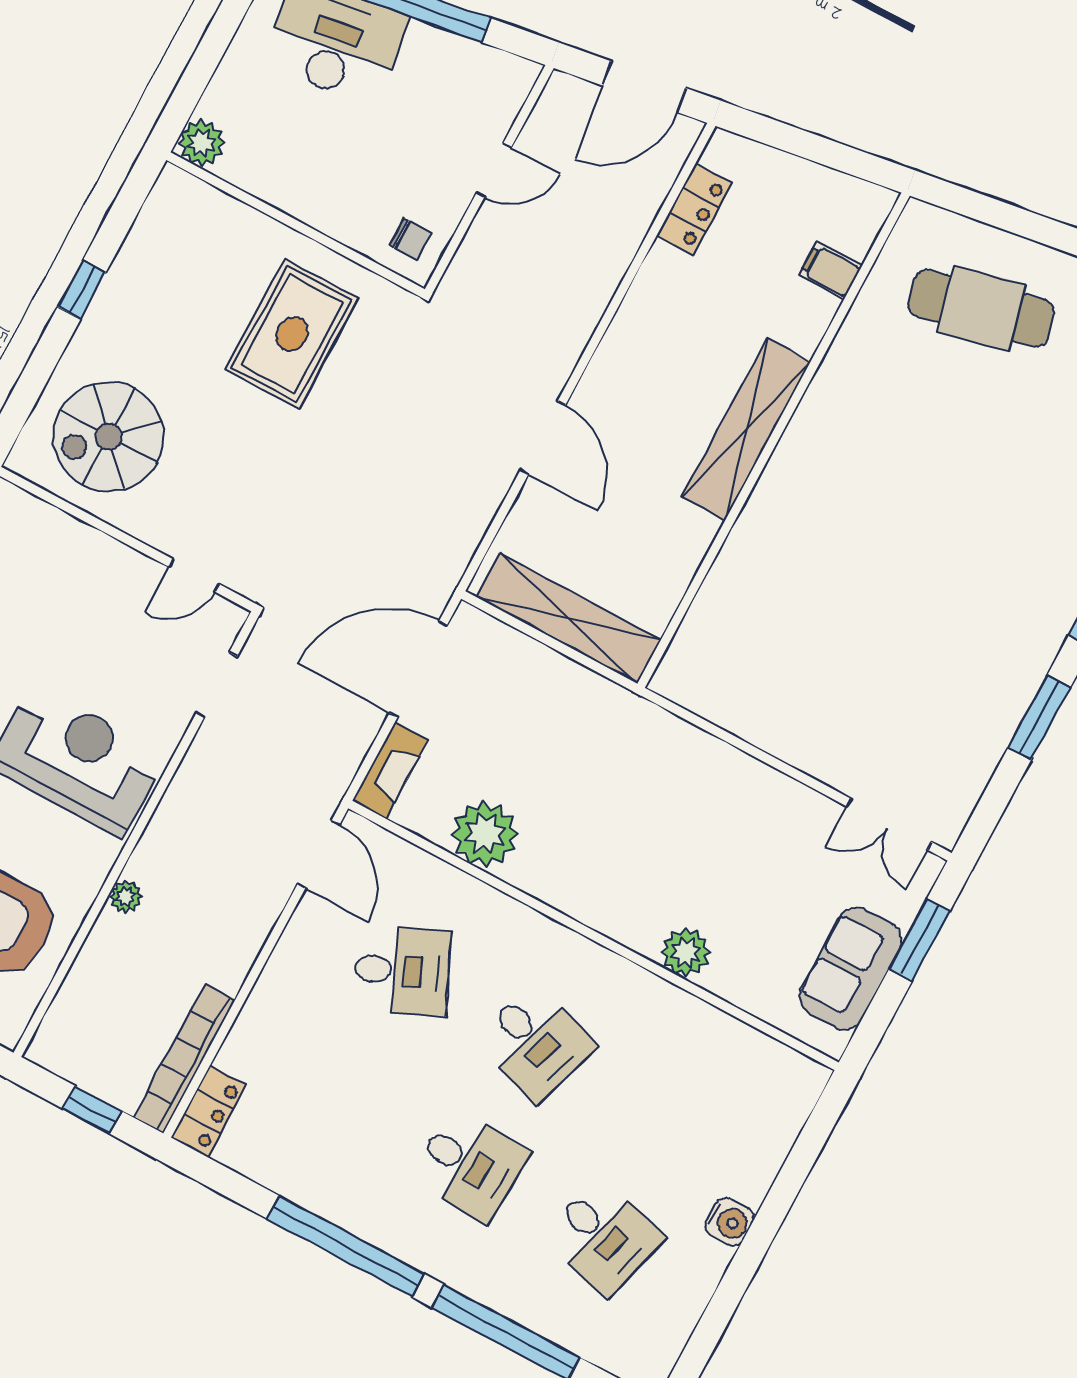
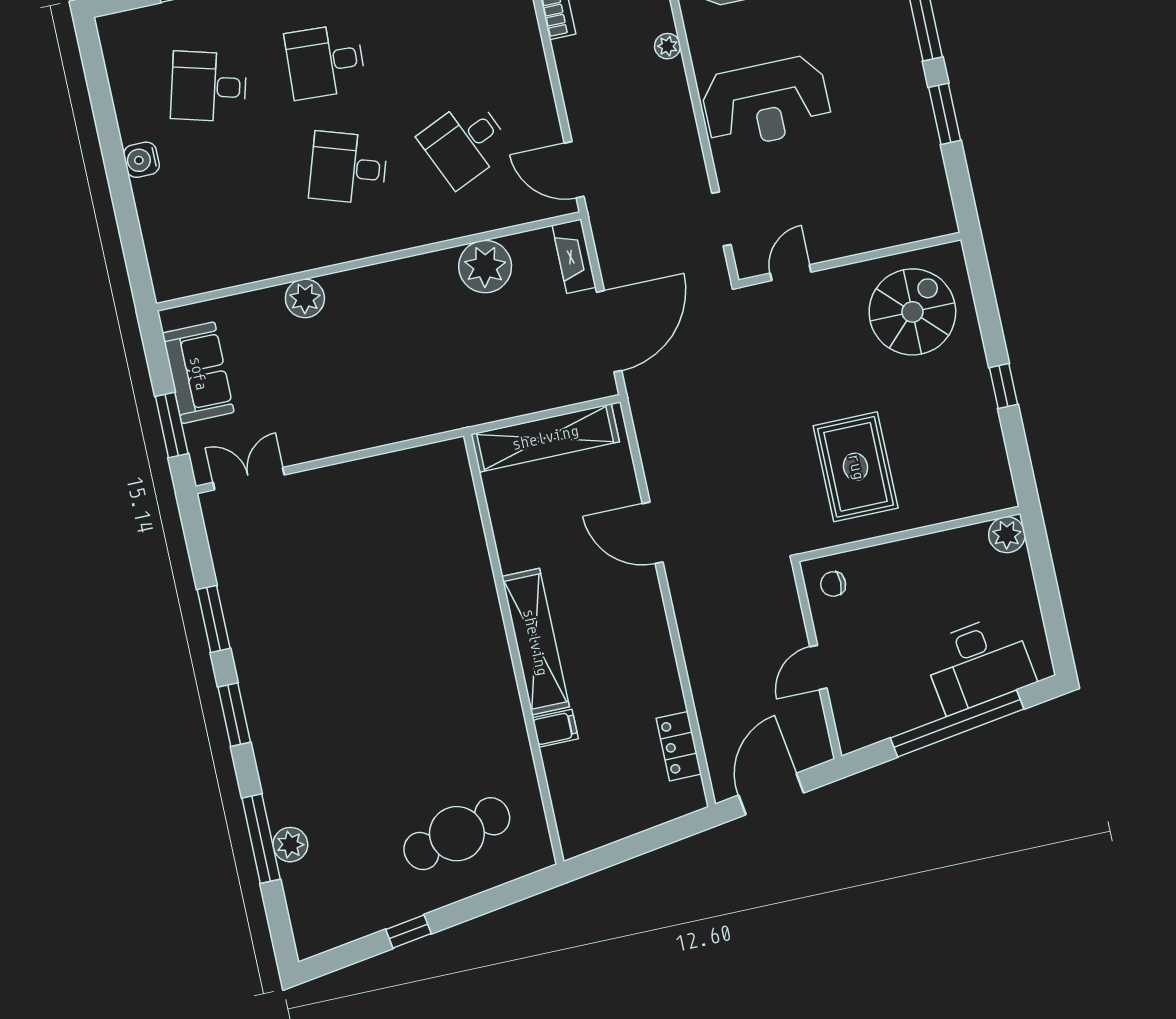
filing cabinet: (830, 271) -> (555, 728), moved

